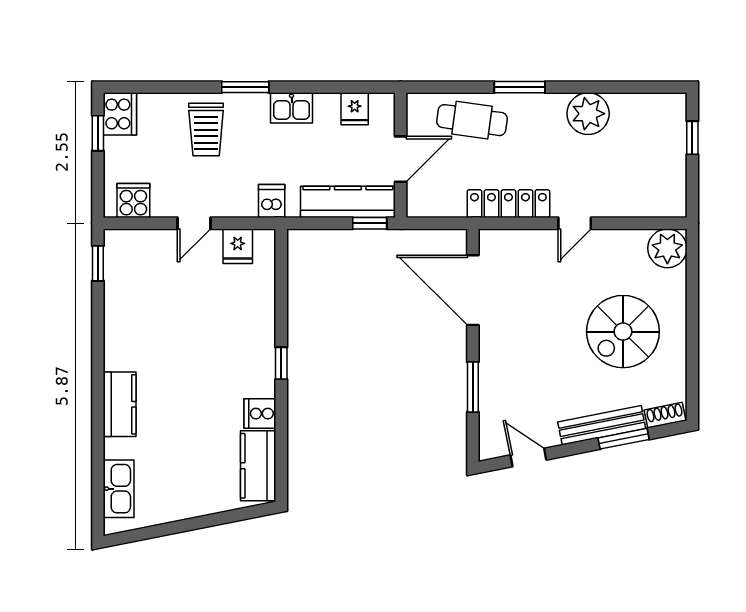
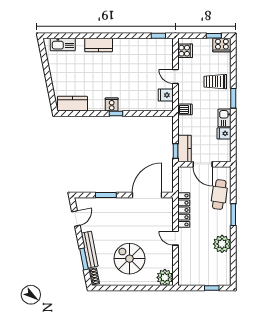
fridge: (355, 109) -> (224, 133), moved
kitchen counter: (348, 202) -> (184, 148), width x0.67
cooker: (260, 414) -> (112, 104), moved

